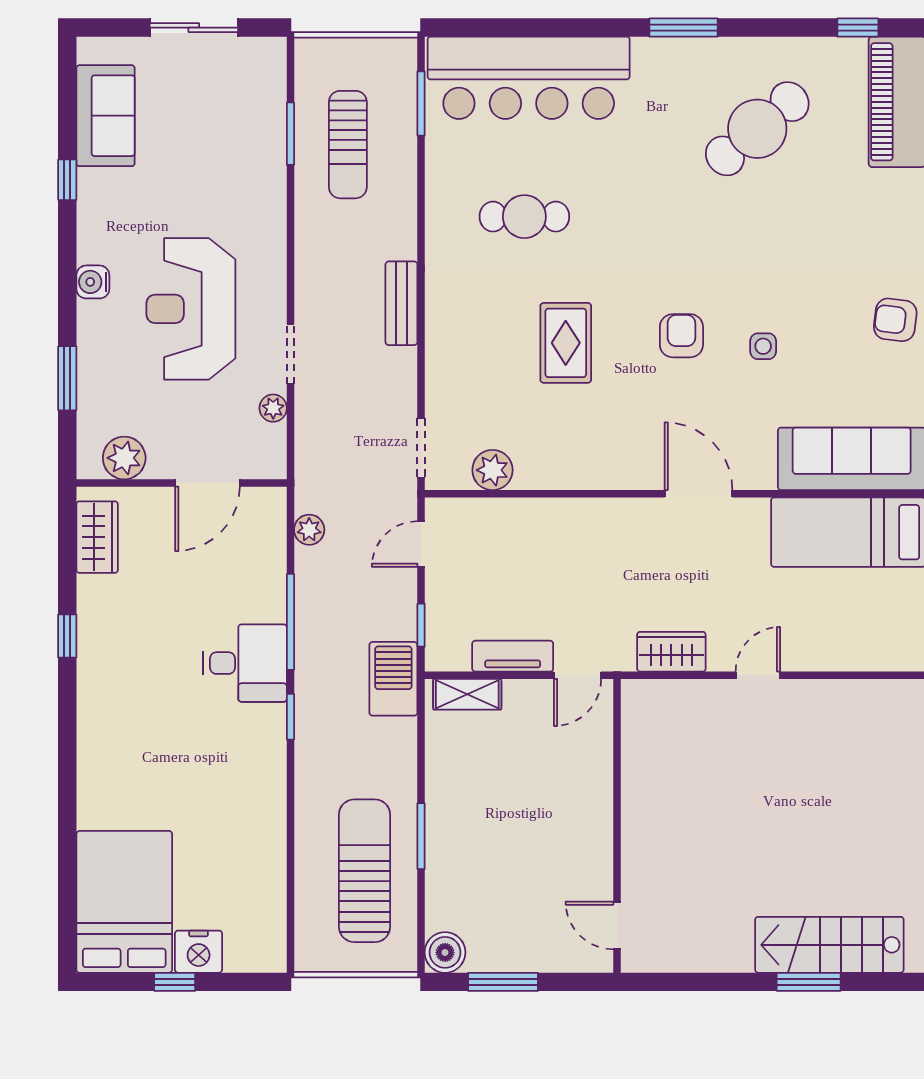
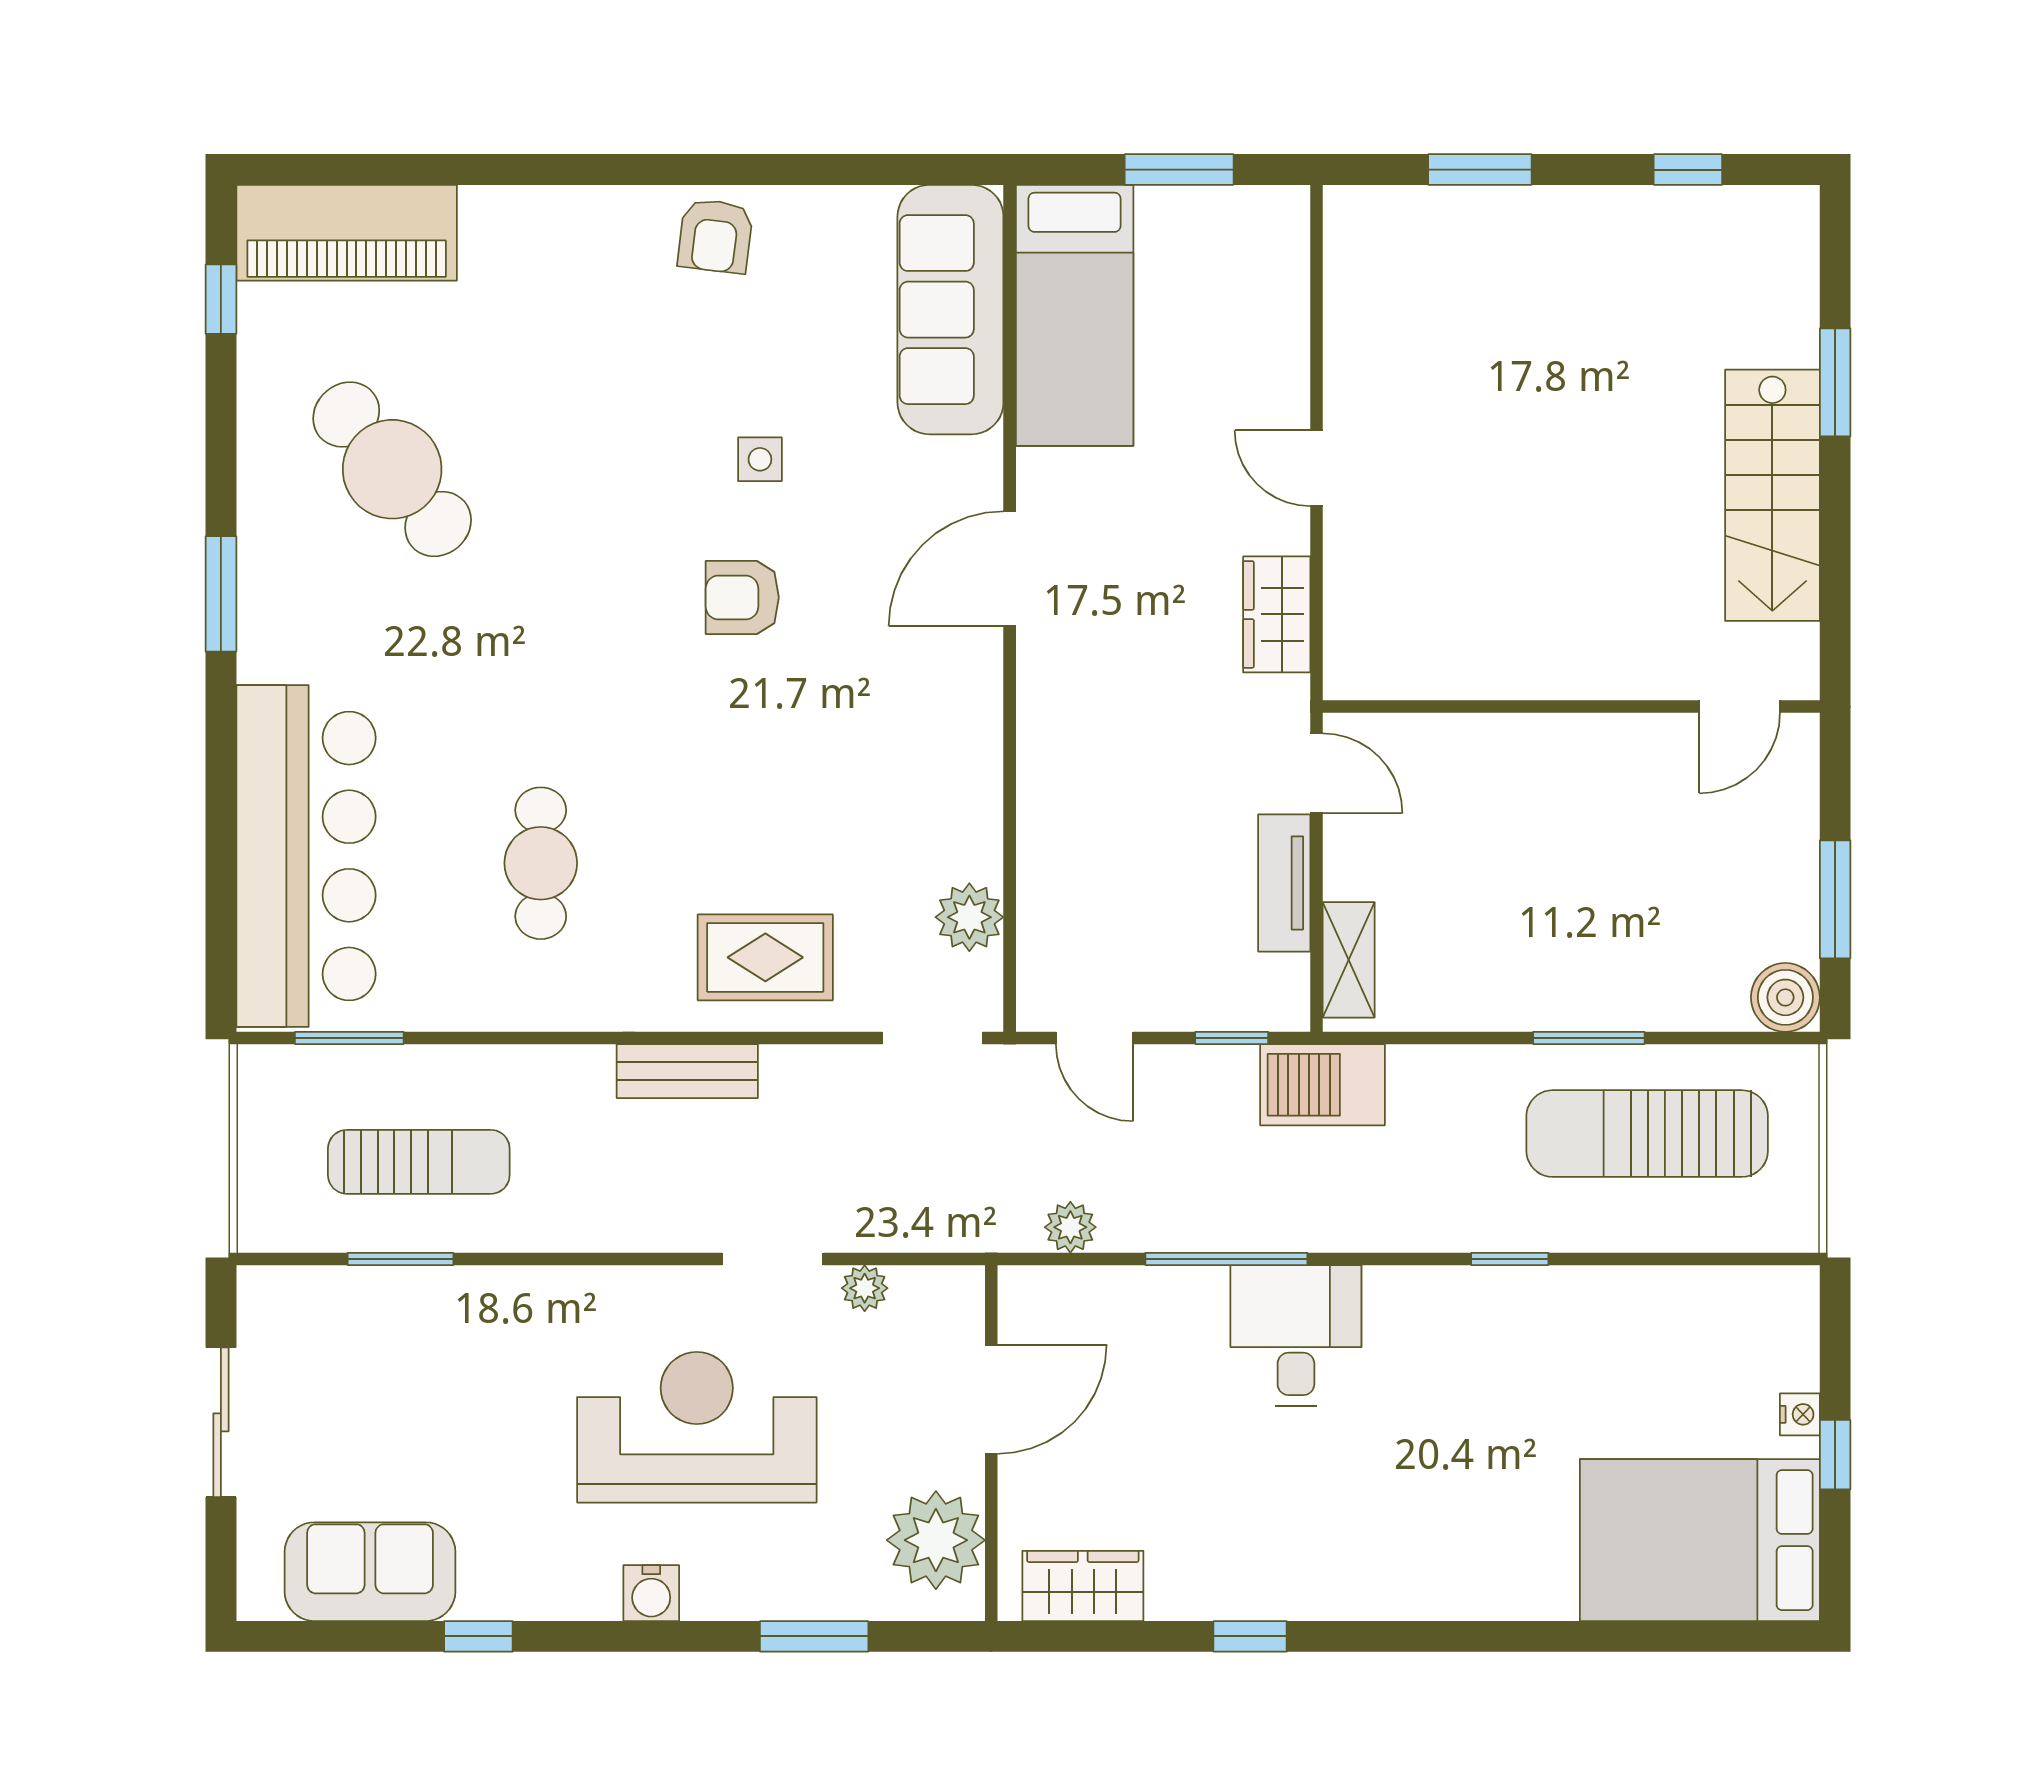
reception desk: (191, 309) -> (697, 1427), turned 180
rug: (566, 343) -> (765, 957), moved
plant: (124, 458) -> (936, 1540), width x1.36, depth x1.36
door: (208, 483) -> (991, 1399), hinge flipped
window: (290, 717) -> (1510, 1259), moved
stairs: (829, 945) -> (1772, 495), moved
nightstand: (199, 952) -> (1800, 1414), width x0.53, depth x0.56

